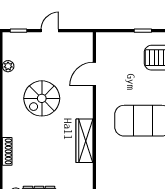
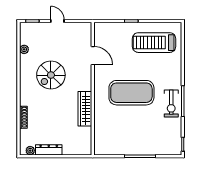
door: (50, 31) -> (57, 21), hinge flipped
door: (94, 74) -> (93, 56), swing flipped

